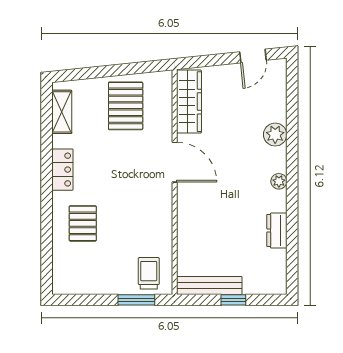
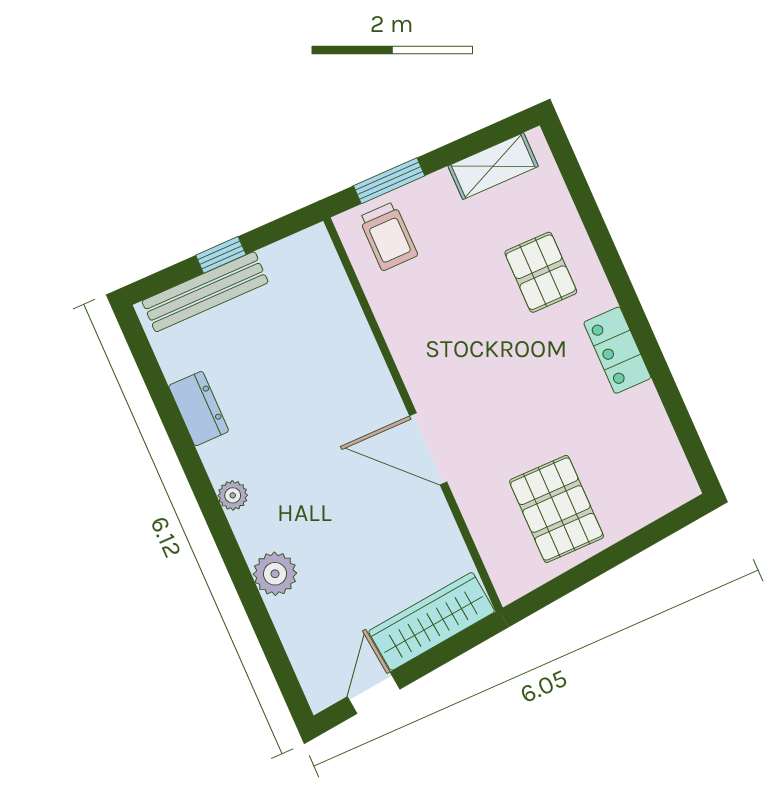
wardrobe: (189, 102) -> (432, 621), moved, turned 84
shelving: (62, 112) -> (493, 166), moved, turned 90
bench: (209, 285) -> (205, 292), moved

